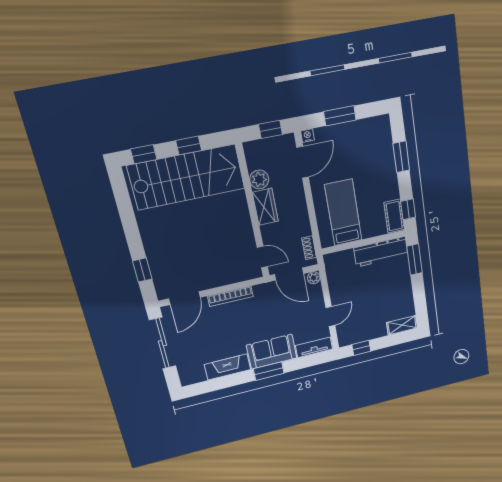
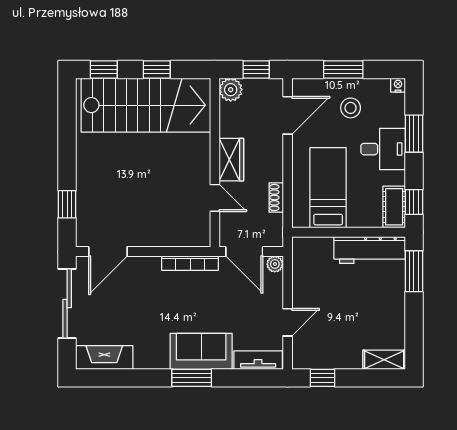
nightstand: (307, 136) -> (398, 85), moved
stool: (350, 146) -> (351, 108), added
desk: (380, 174) -> (383, 149), added
plant: (259, 179) -> (231, 90), moved
shoe rack: (309, 248) -> (276, 197), moved
door: (262, 257) -> (215, 198), moved
bookcase: (230, 296) -> (190, 263), moved
fireplace: (227, 367) -> (104, 357), moved

